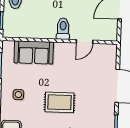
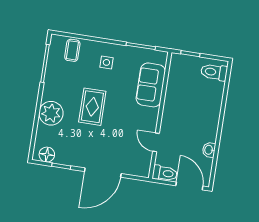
toilet: (63, 29) -> (165, 173), moved

